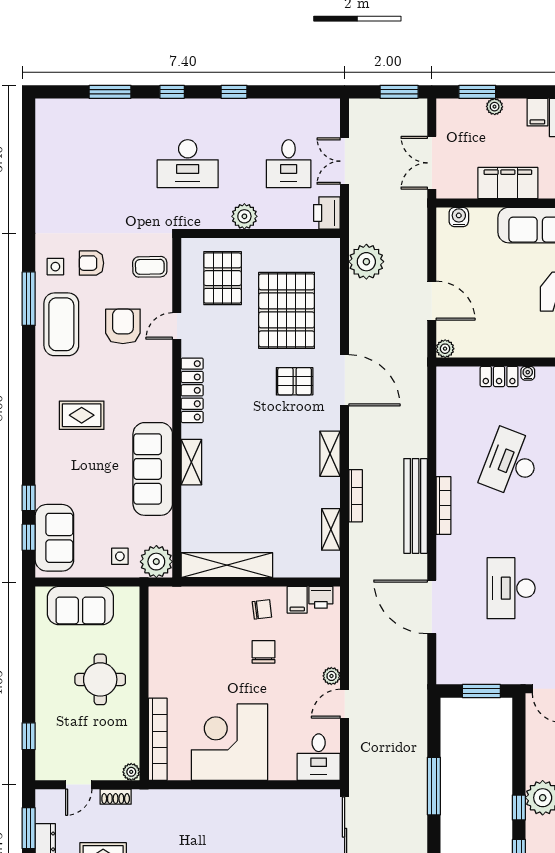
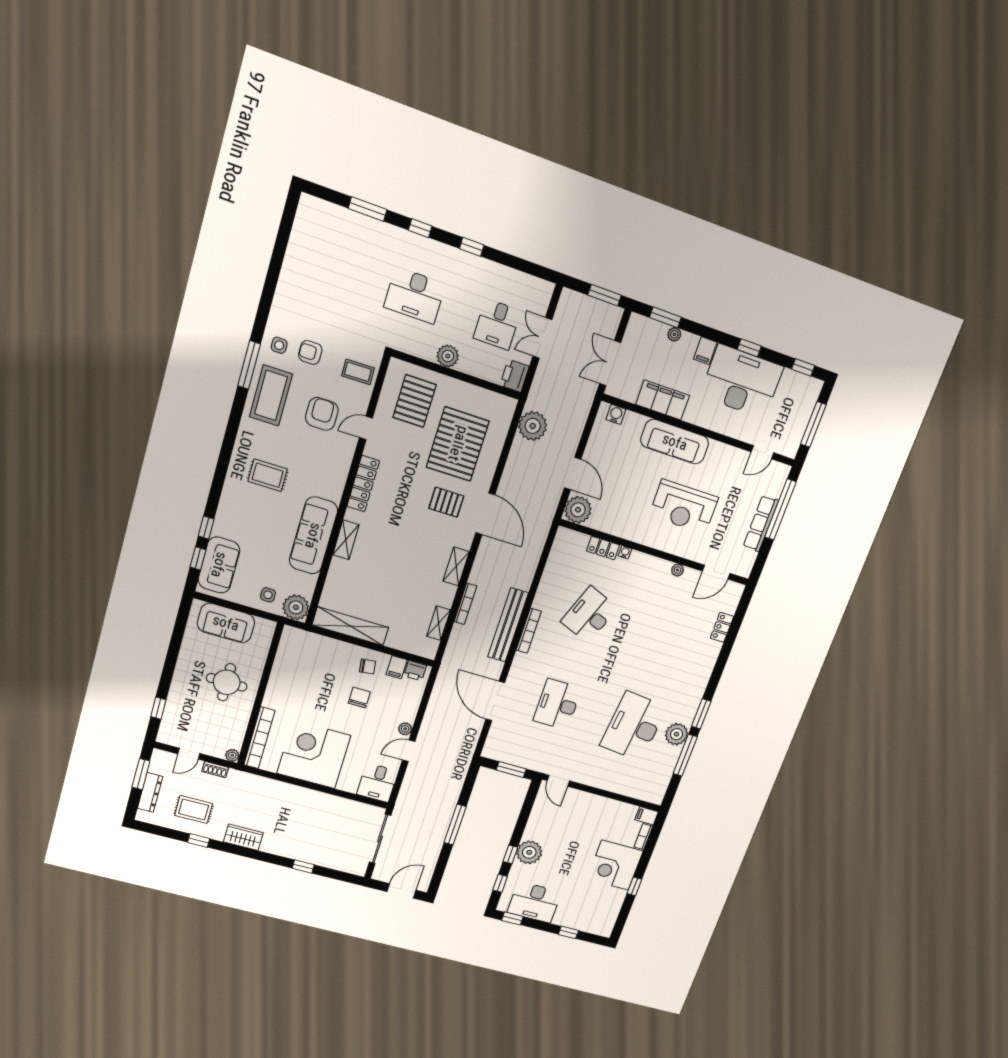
plant: (445, 349) -> (578, 510), width x1.88, depth x1.88

